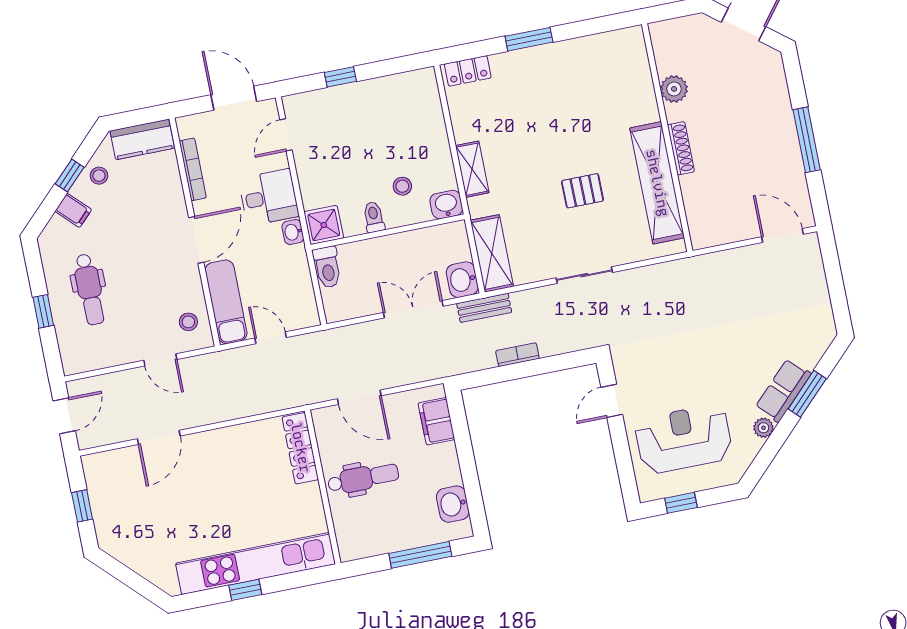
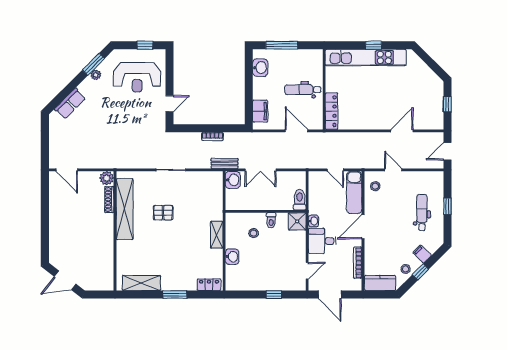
plant: (674, 89) -> (107, 178), moved
window: (807, 140) -> (45, 216), removed
shoe rack: (681, 148) -> (109, 200), moved
washbasin: (446, 205) -> (232, 257), moved, turned -90
shelving: (492, 253) -> (141, 283), moved, turned 90
row of seats: (783, 390) -> (70, 104), moved
window: (807, 394) -> (93, 64), moved

